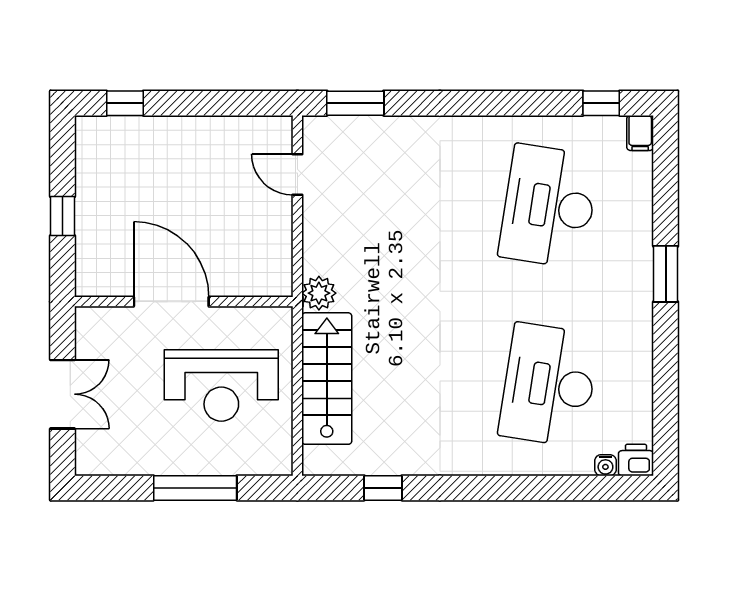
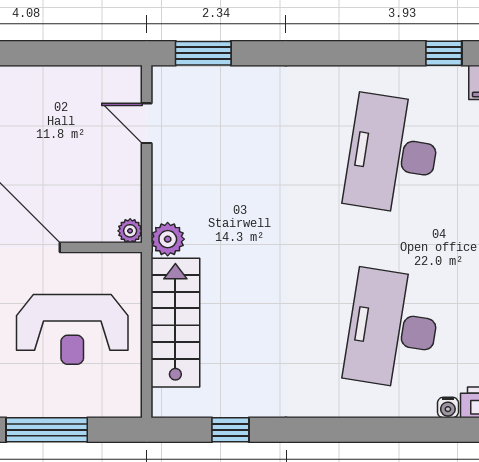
plant: (280, 285) -> (130, 231), added

